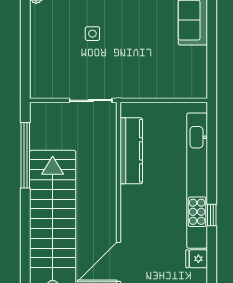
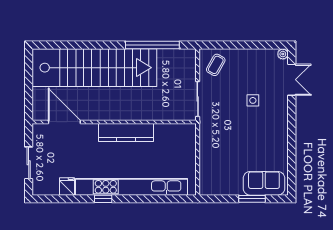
window: (212, 35) -> (252, 199), added
coffee table: (49, 79) -> (216, 65), added
kitchen counter: (131, 151) -> (126, 133), moved

